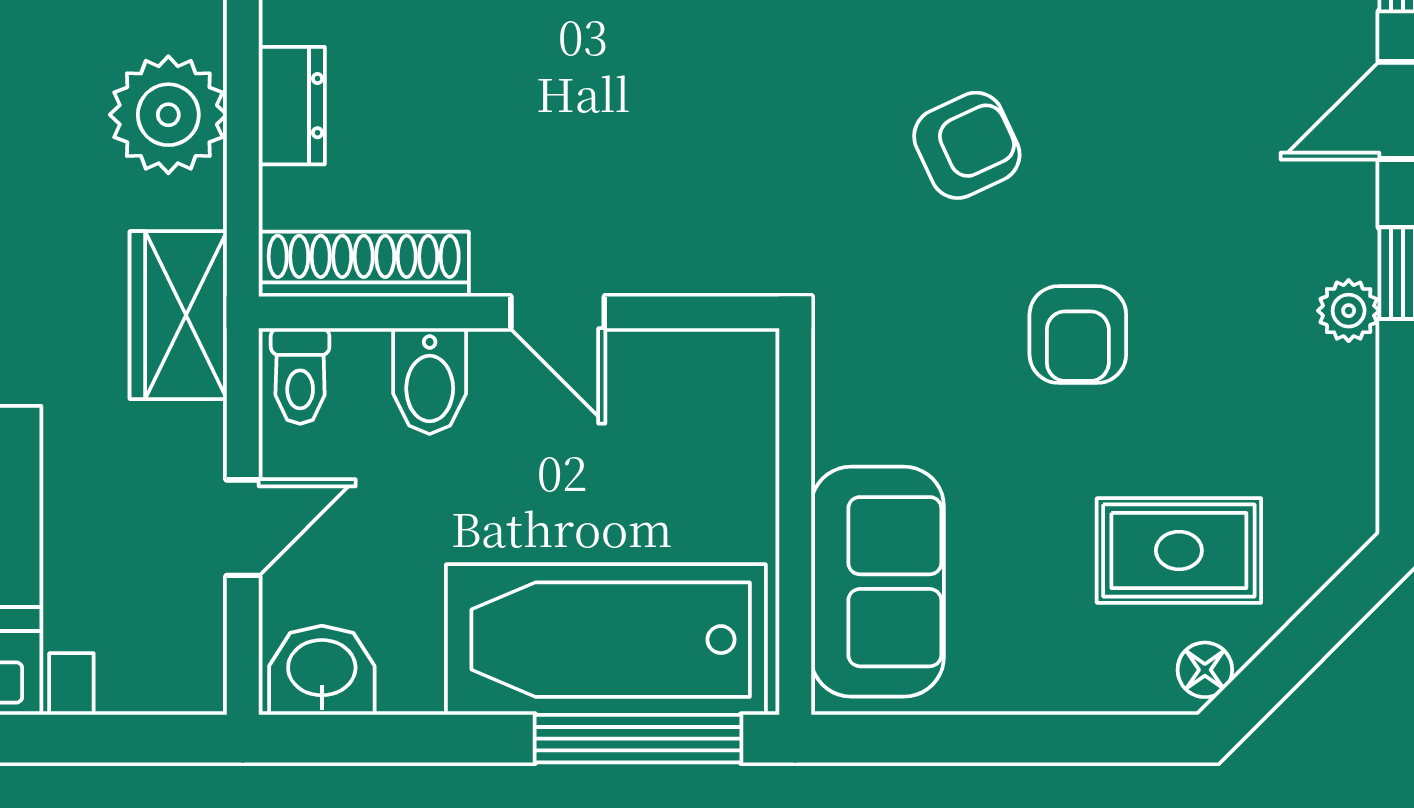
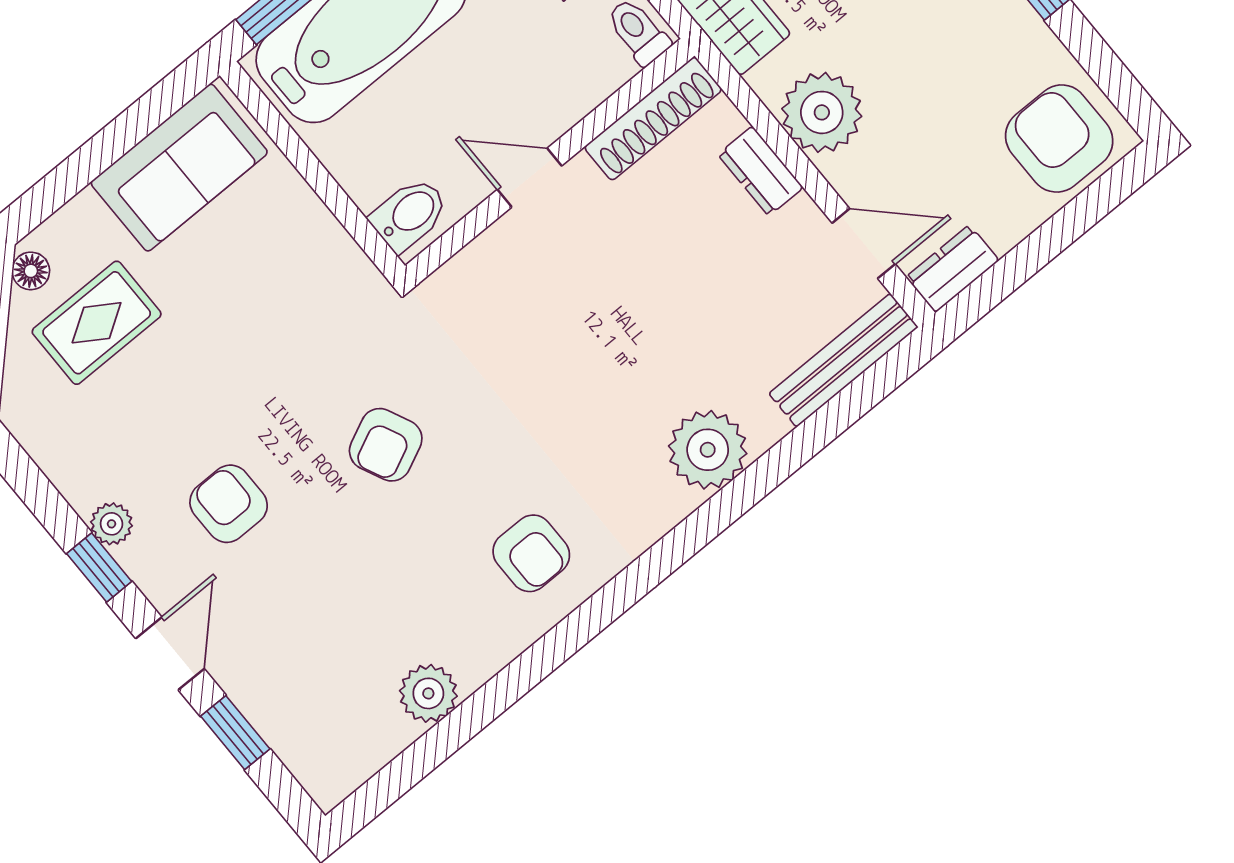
armchair: (1078, 335) -> (229, 504), moved
bidet: (430, 381) -> (409, 214), moved, turned 90
sofa: (878, 582) -> (179, 168), moved, turned -90

